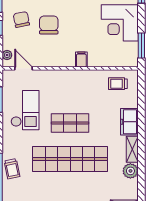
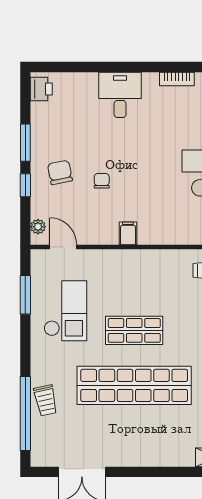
chair: (49, 25) -> (102, 181), width x0.54, depth x0.54
filing cabinet: (81, 59) -> (128, 233), moved

